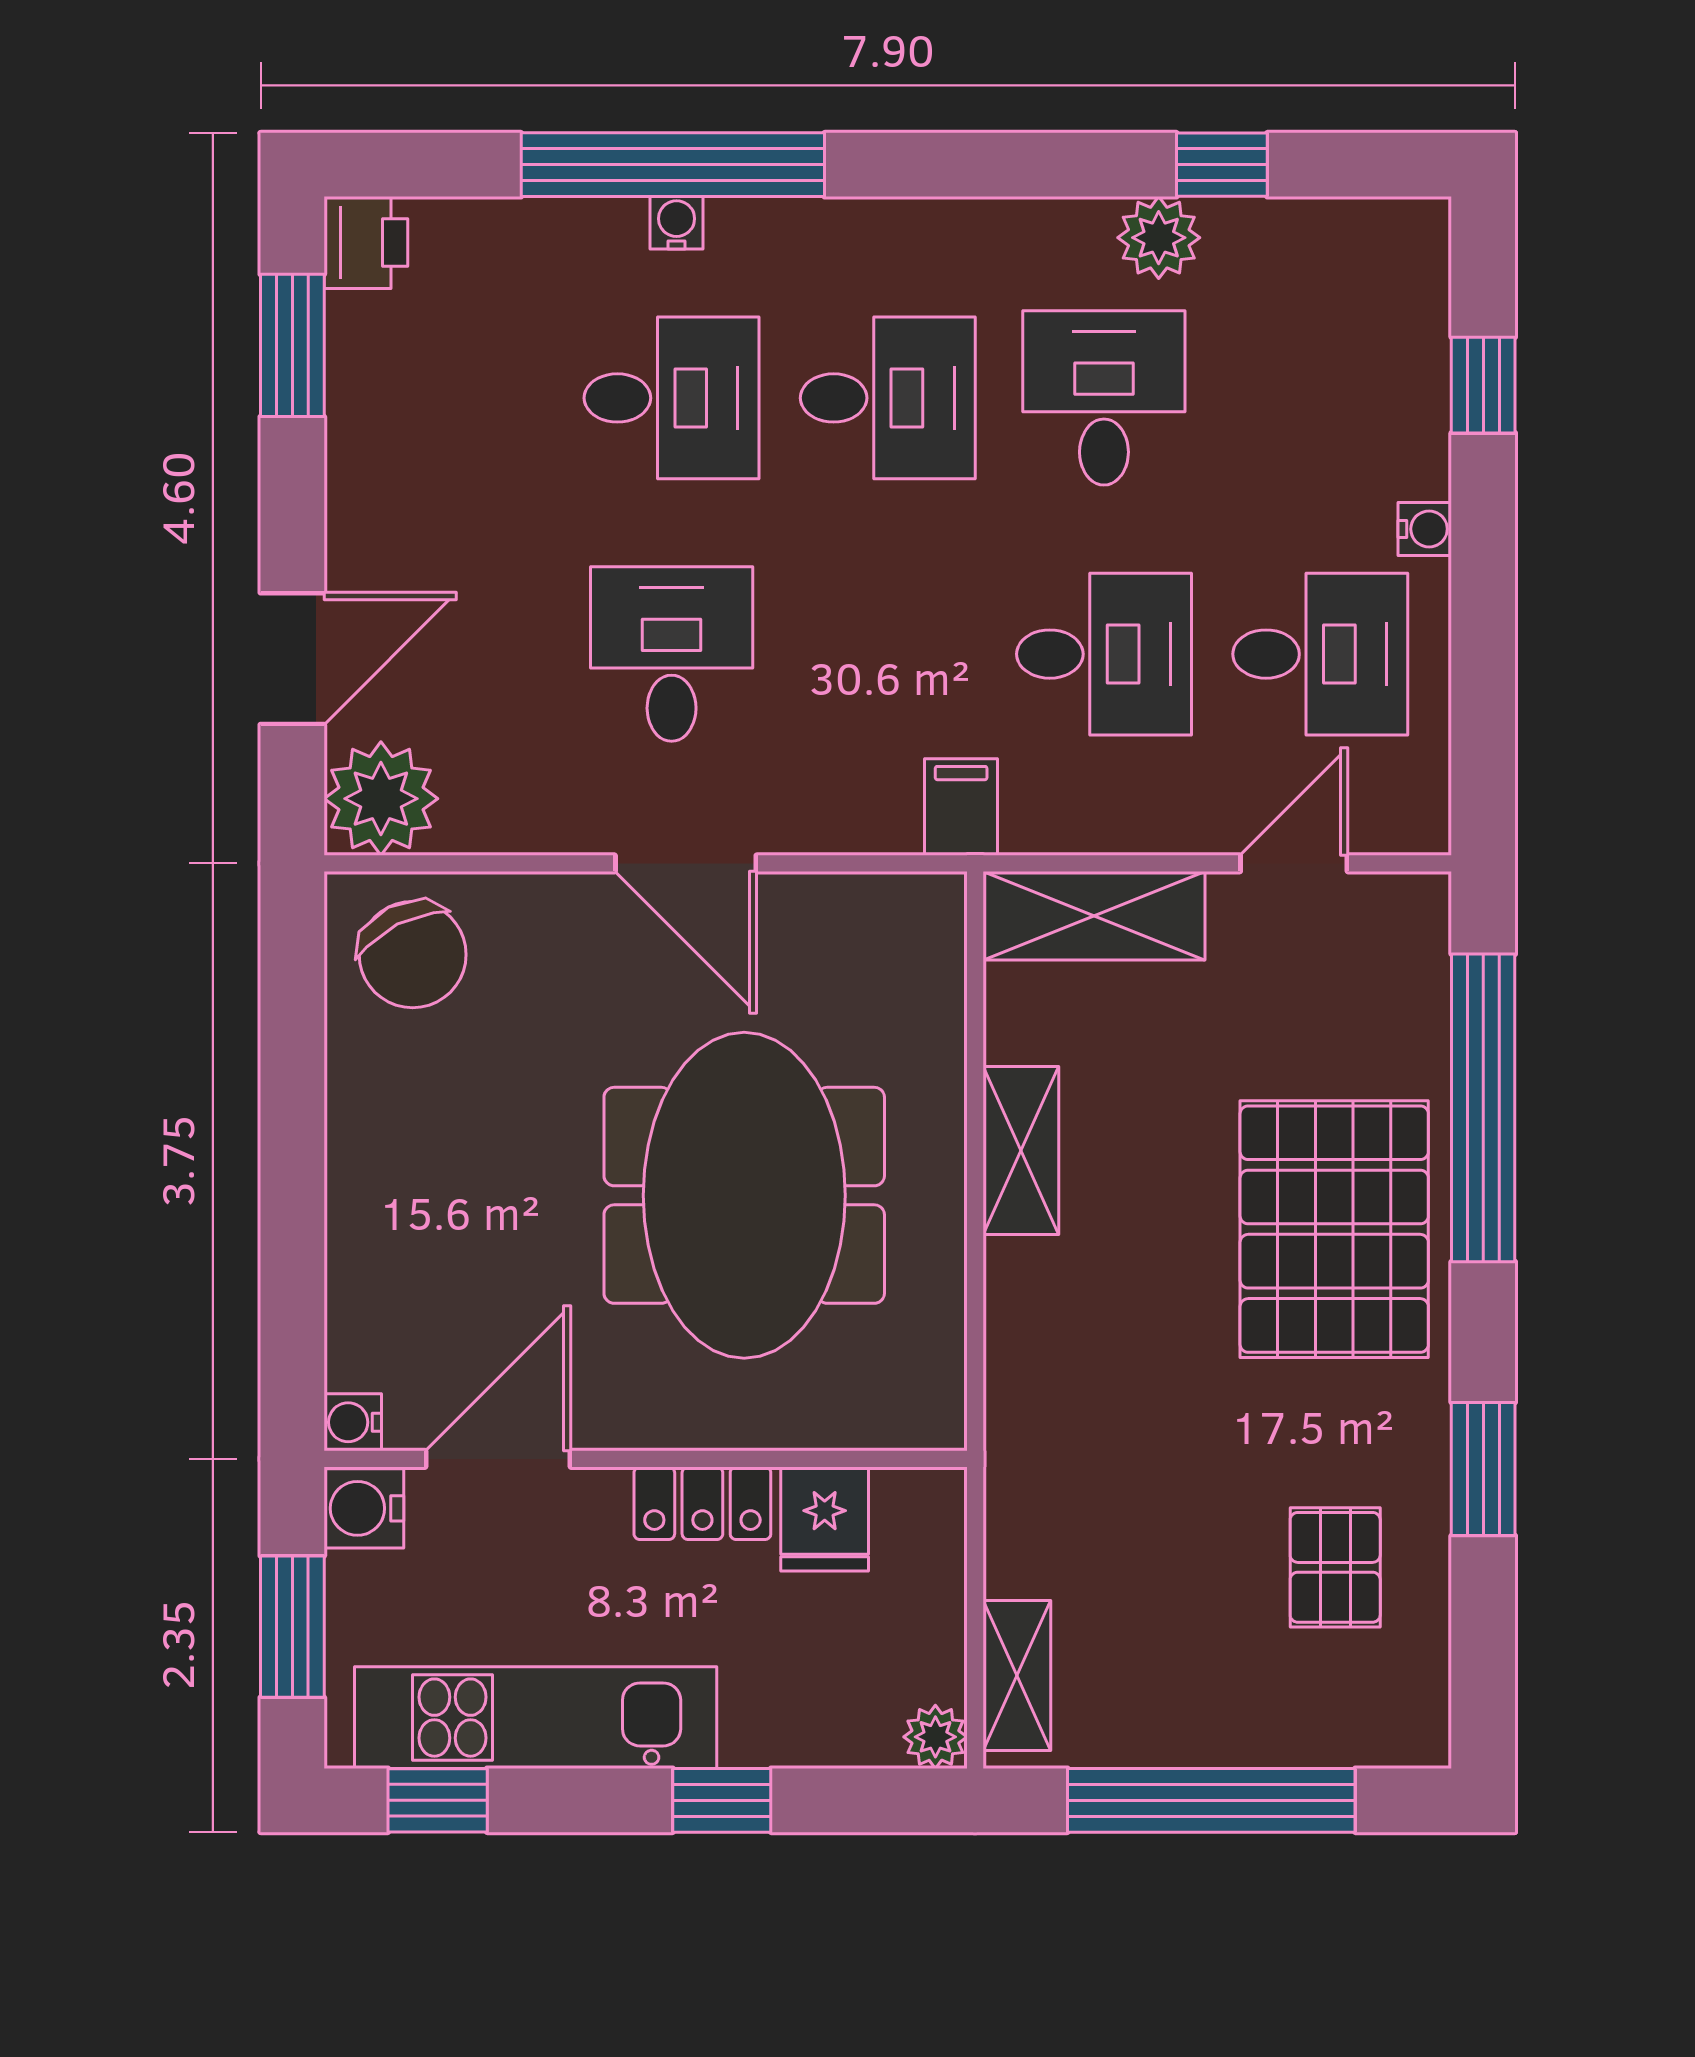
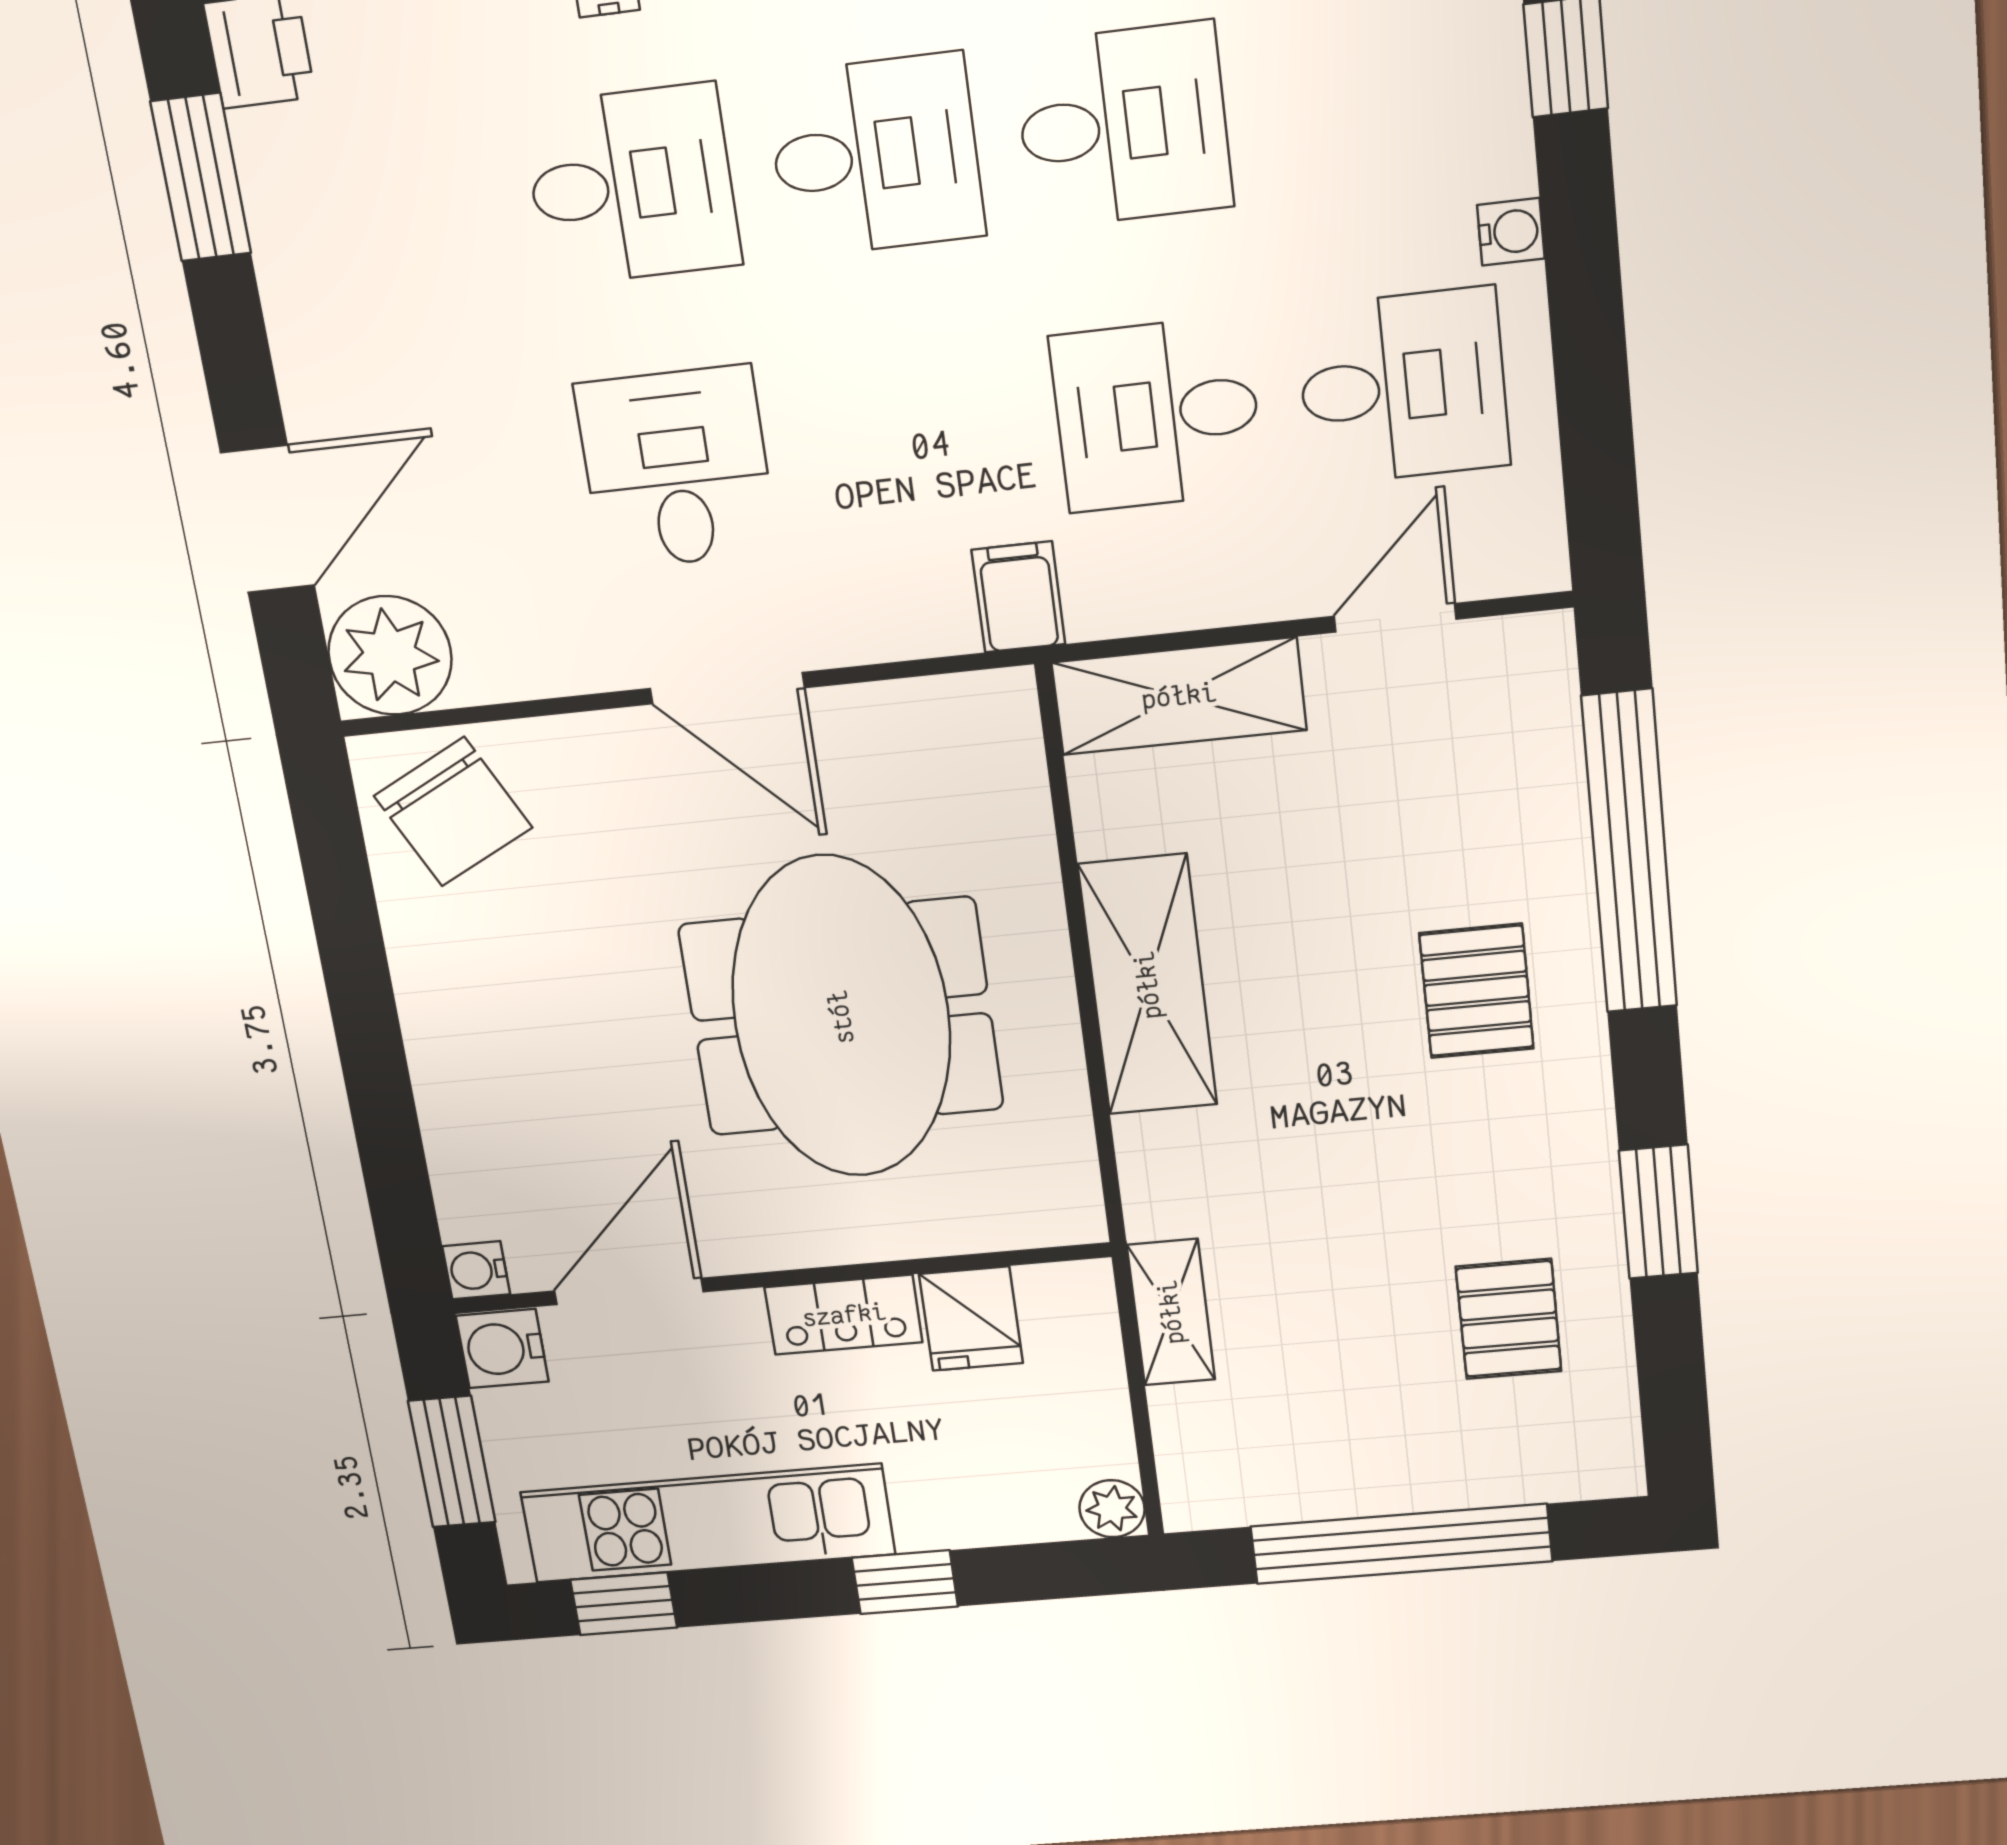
desk: (1104, 398) -> (1123, 125), turned 90
desk: (1104, 654) -> (1157, 414), turned 180
shelving: (1021, 1150) -> (1148, 985), width x1.50, depth x1.33
pallet: (1334, 1229) -> (1476, 991), width x0.49, depth x0.50
shelving: (1017, 1676) -> (1171, 1312), moved

